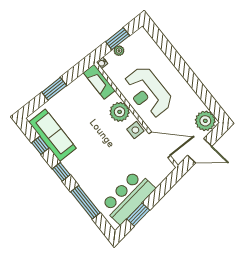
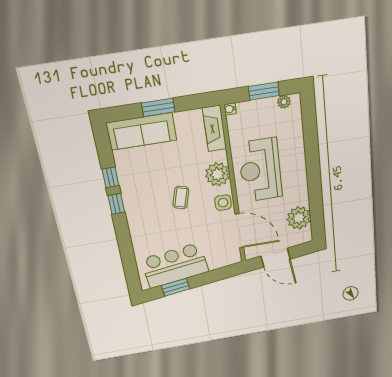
plant: (119, 51) -> (284, 102), moved
plant: (205, 121) -> (299, 218), moved
sofa: (52, 135) -> (141, 131), moved, turned 90
coffee table: (103, 143) -> (181, 197), added
window: (40, 145) -> (110, 177), moved
window: (85, 202) -> (126, 248), removed

